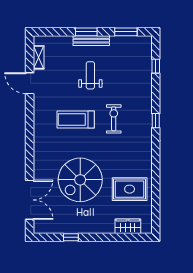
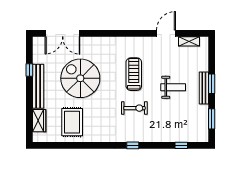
bench: (89, 227) -> (38, 86), added

